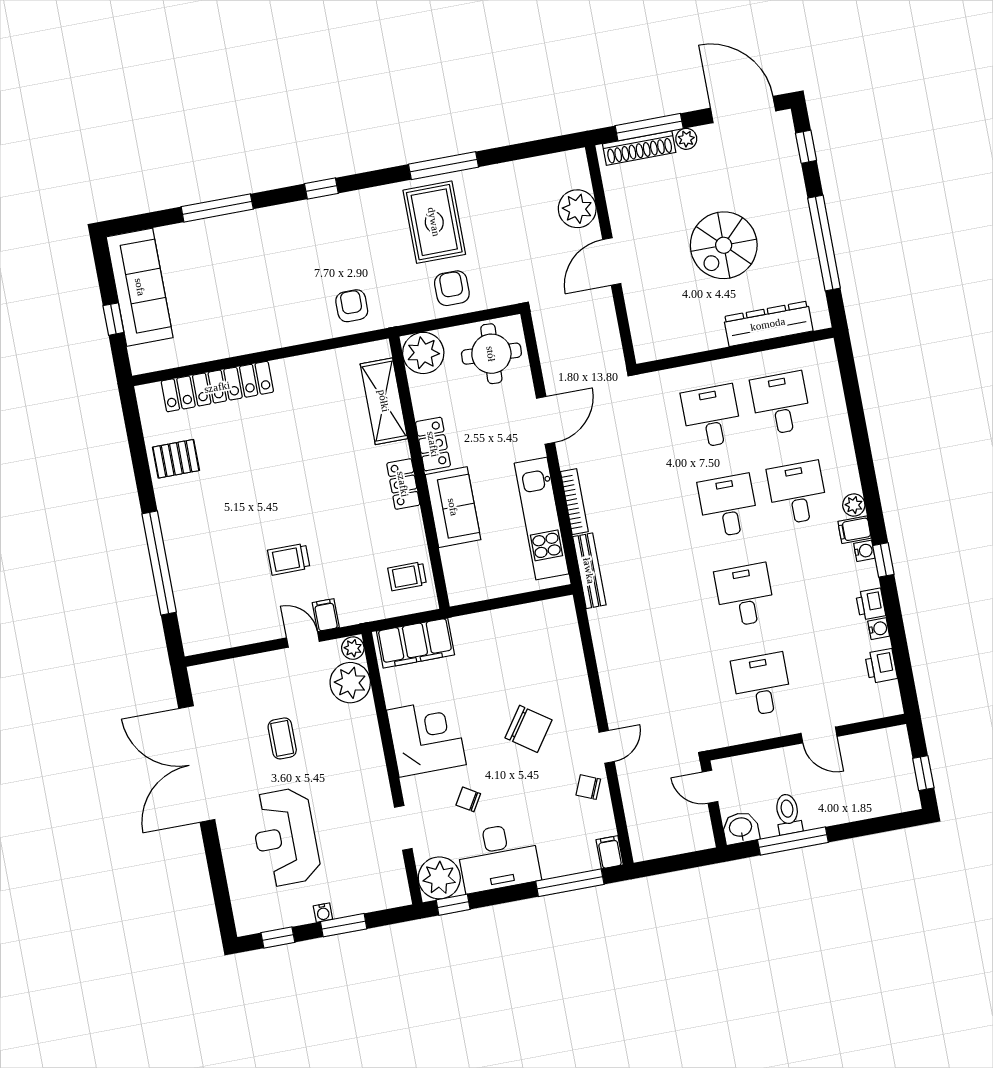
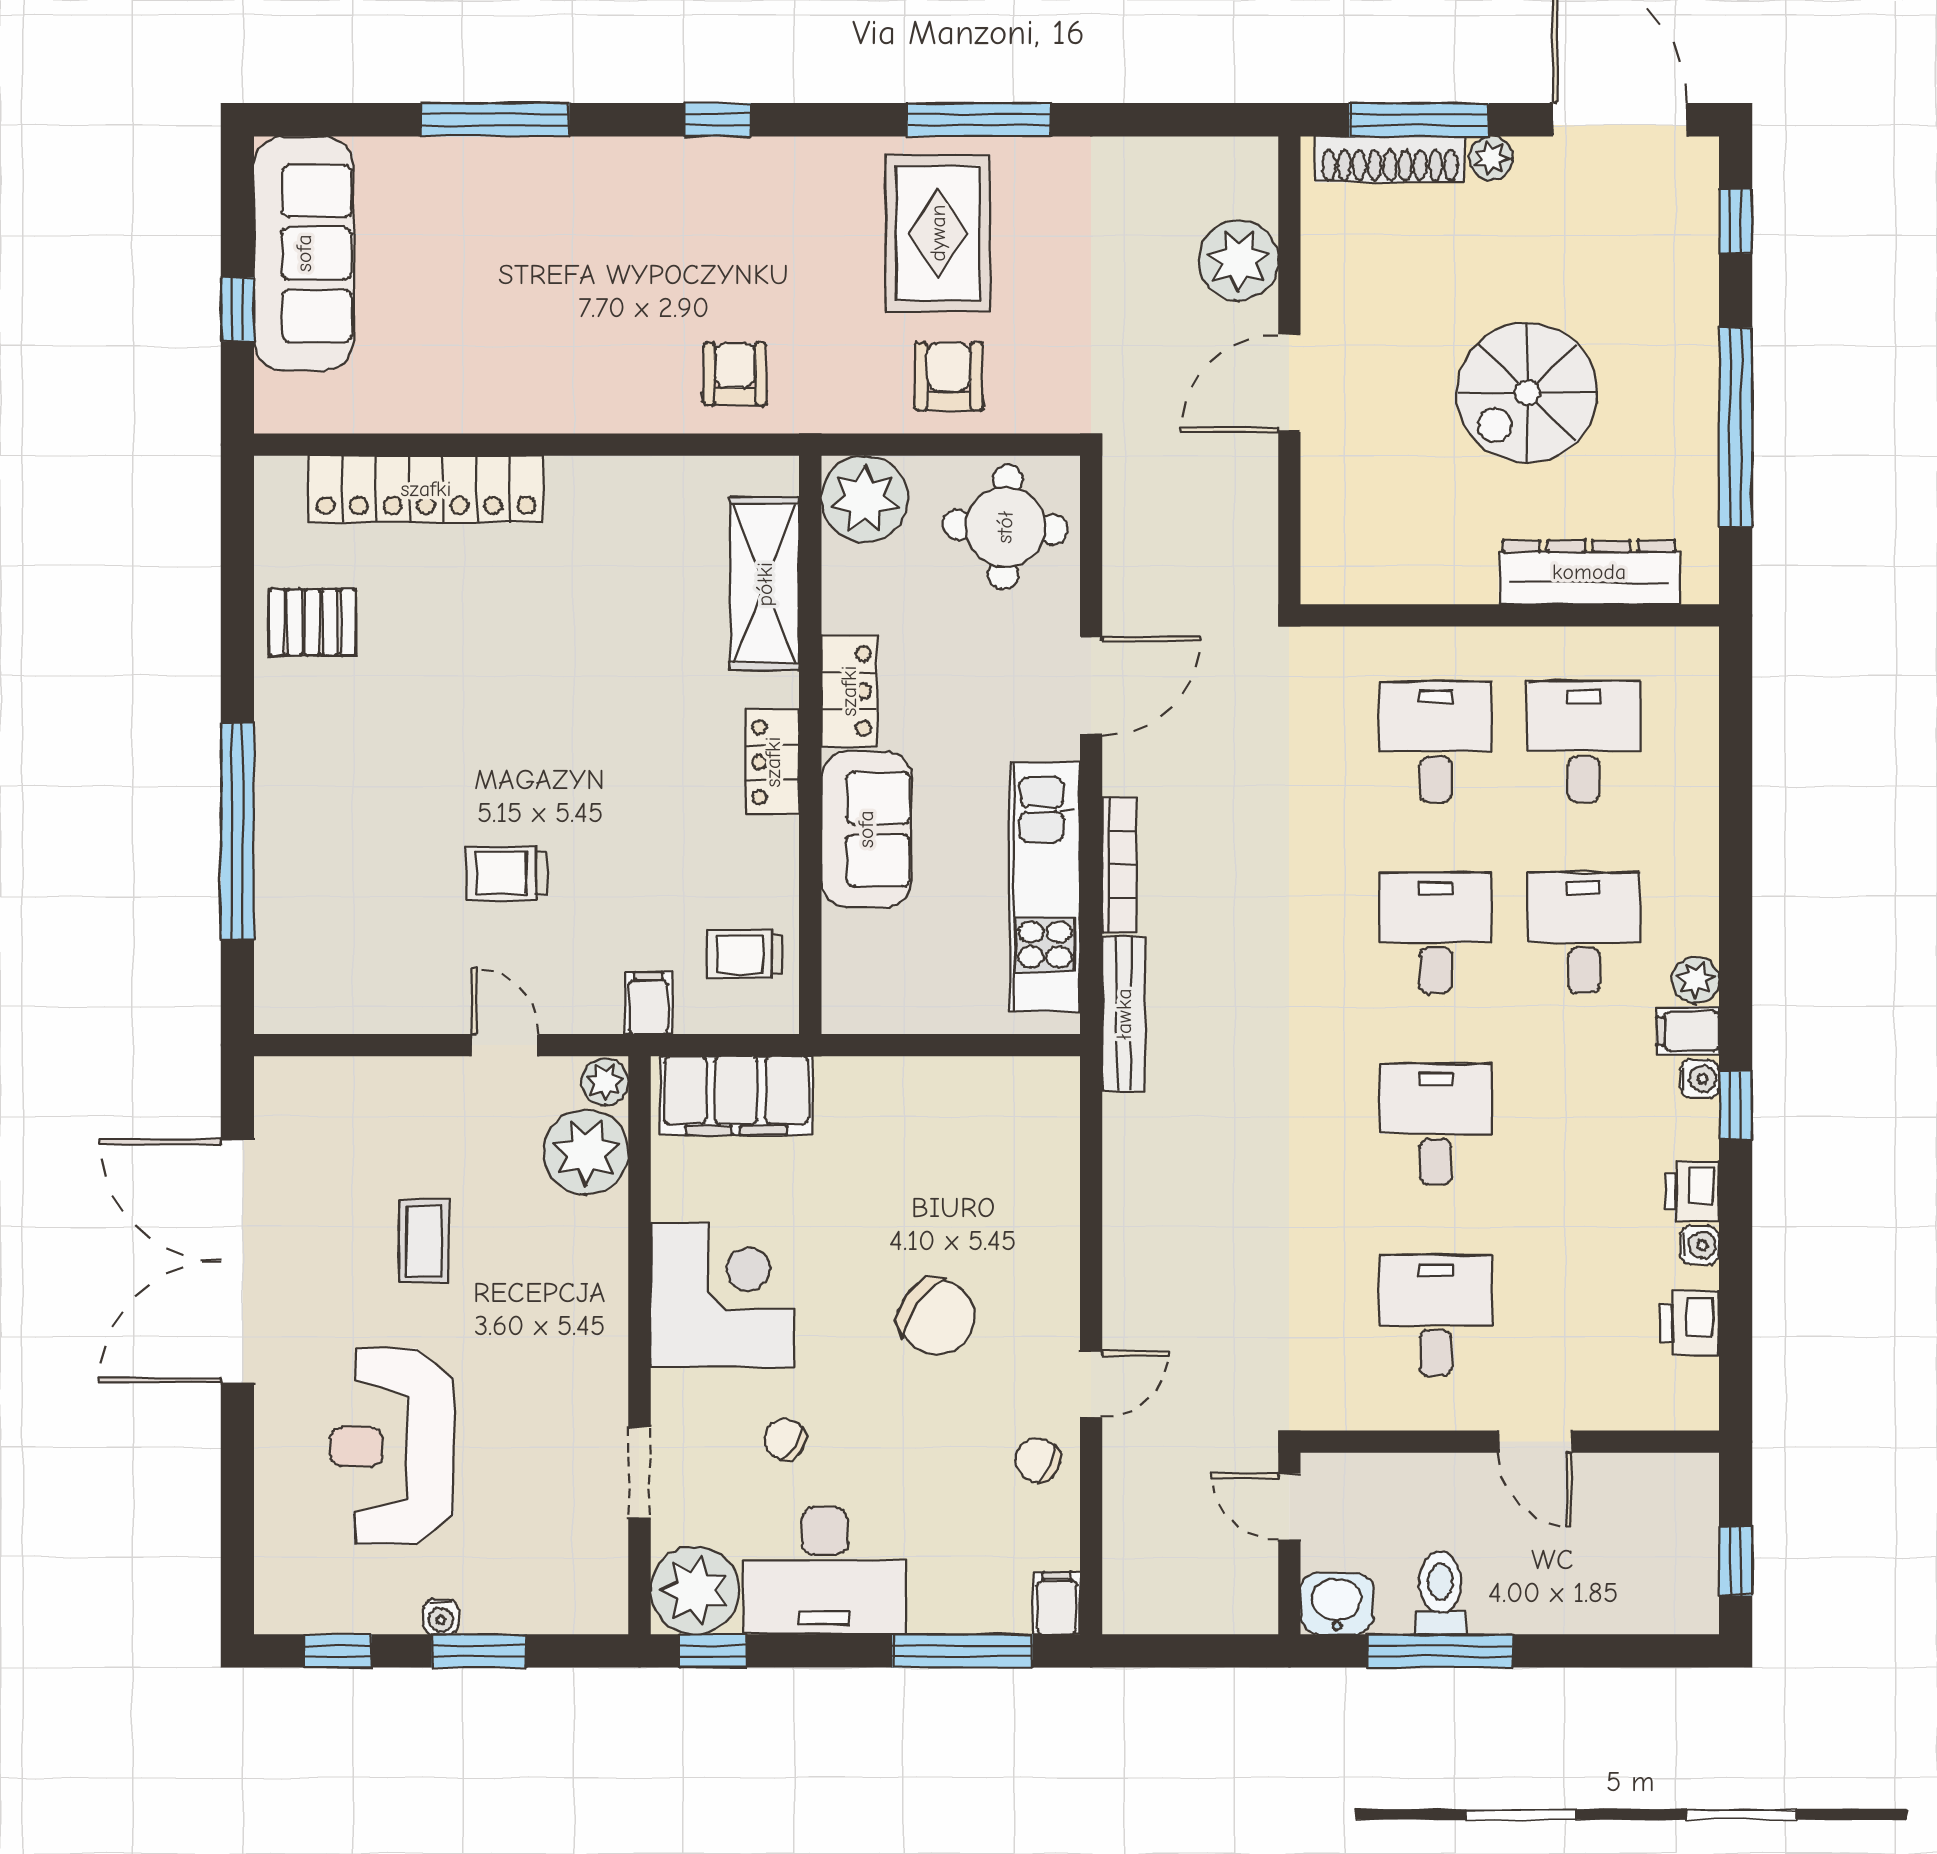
filing cabinet: (326, 615) -> (648, 1003), moved

